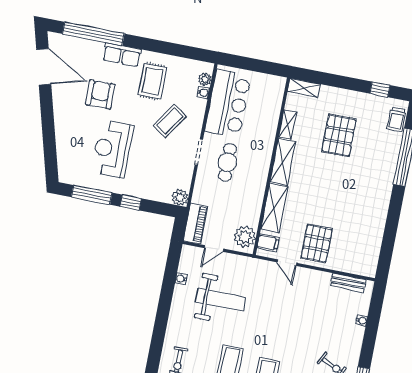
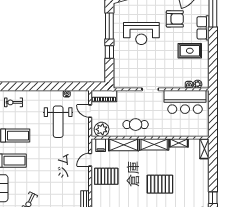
coffee table: (170, 121) -> (166, 67), removed
pallet: (339, 135) -> (160, 184), moved
reception desk: (112, 149) -> (141, 33), turned 180
cafe table: (228, 162) -> (136, 125), moved
plant: (180, 197) -> (119, 83), removed

